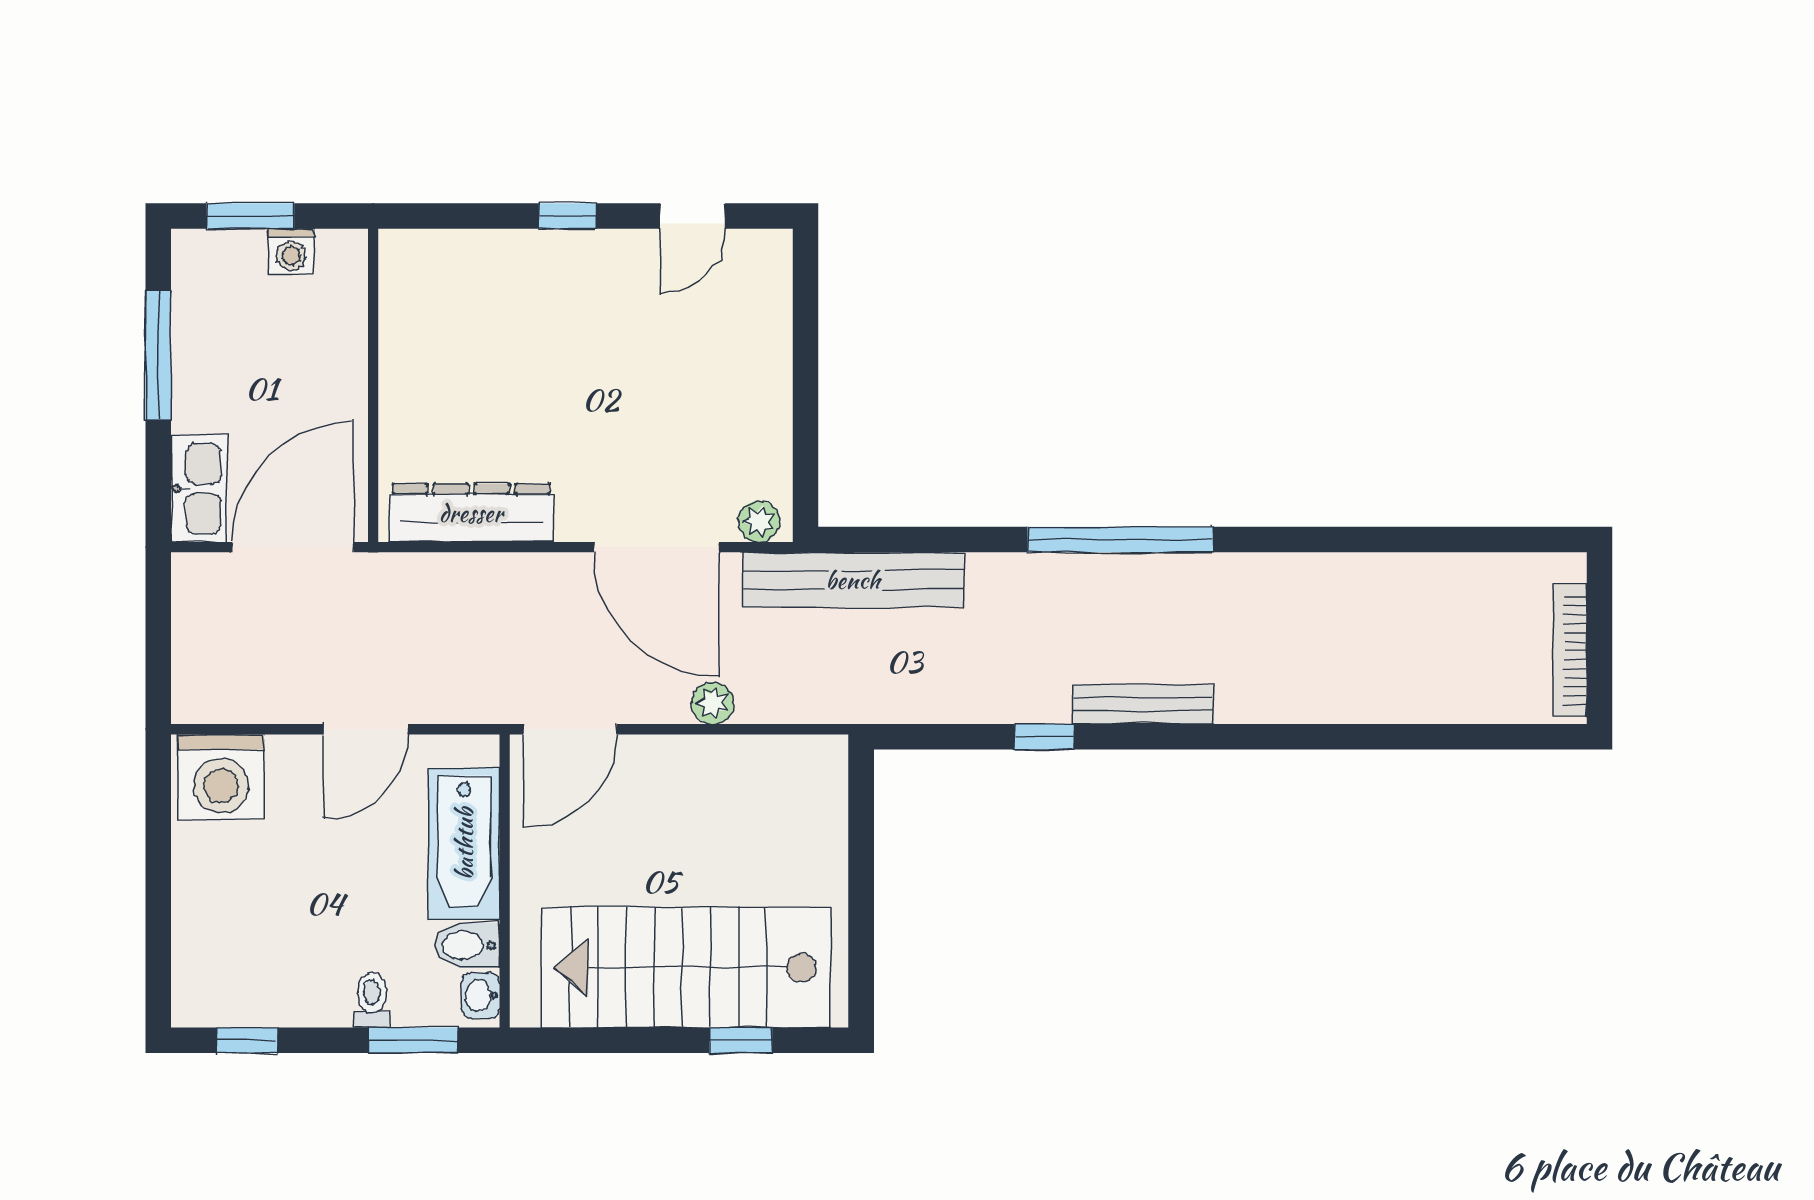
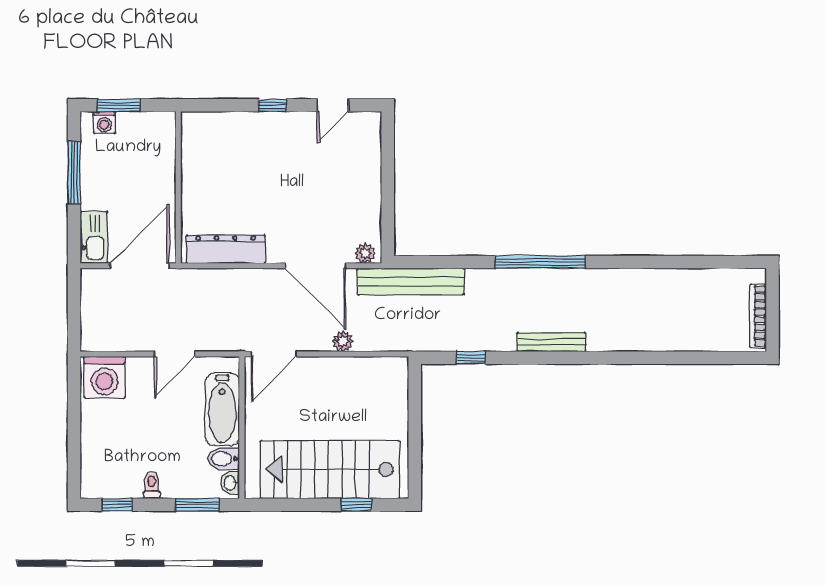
washing machine: (291, 251) -> (104, 122), moved
window: (1044, 737) -> (471, 358), moved
toilet: (372, 1000) -> (152, 485), moved

